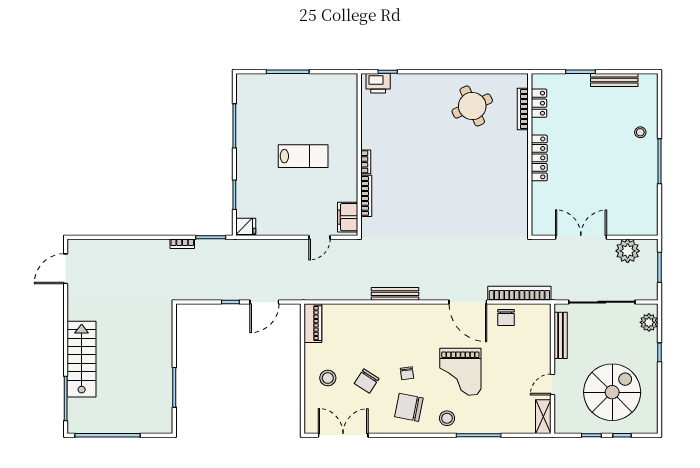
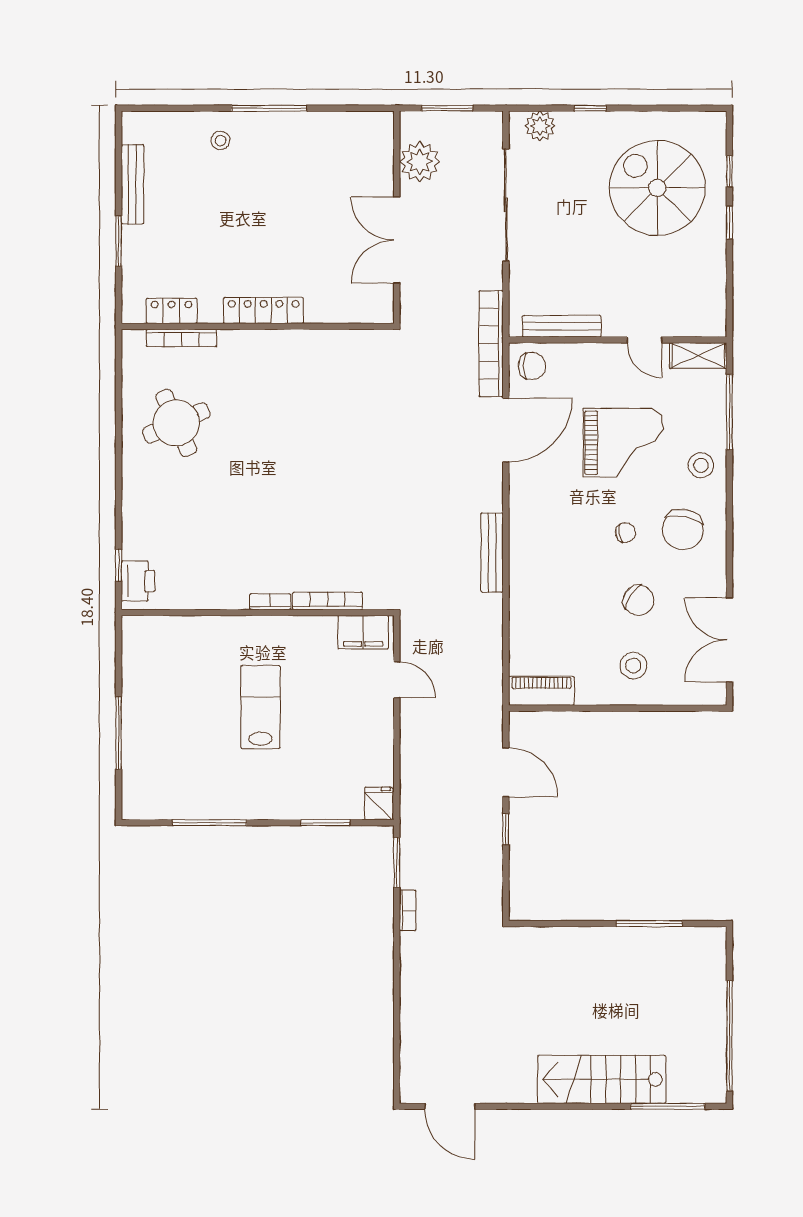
bench: (561, 335) -> (562, 326), moved
wall: (552, 369) -> (618, 340), moved
door: (552, 385) -> (644, 340), moved
shelving: (543, 417) -> (698, 356), moved

